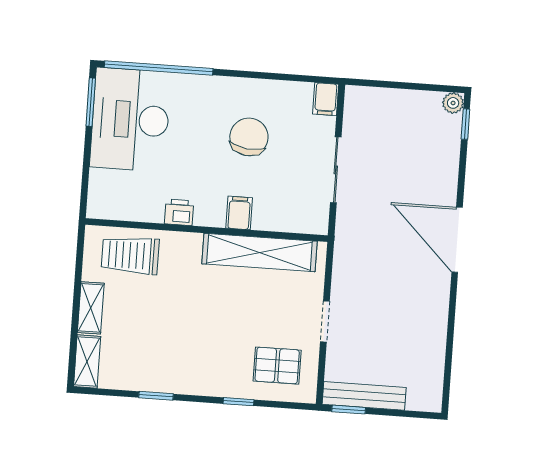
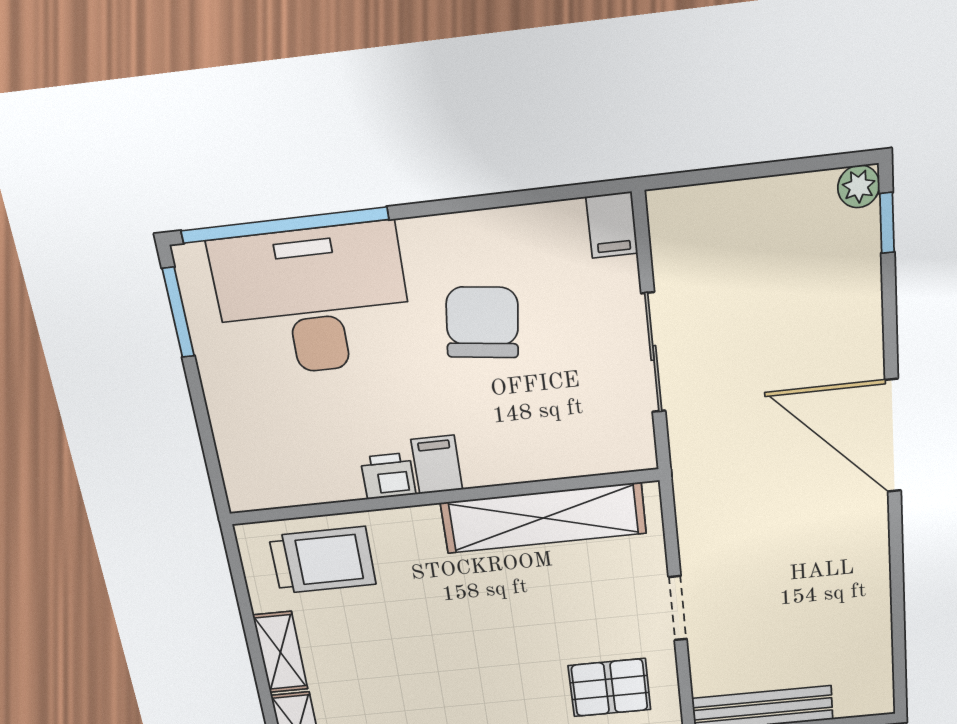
desk: (130, 120) -> (313, 301), moved, turned 90
filing cabinet: (239, 213) -> (437, 465), moved
trolley: (130, 255) -> (323, 560), turned 180

